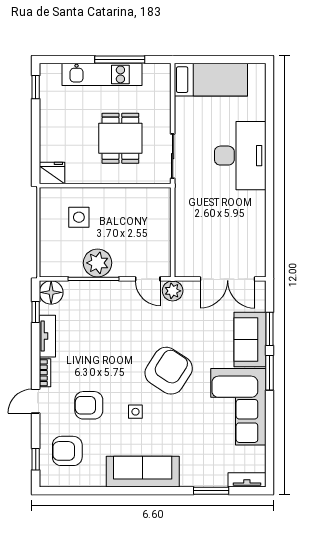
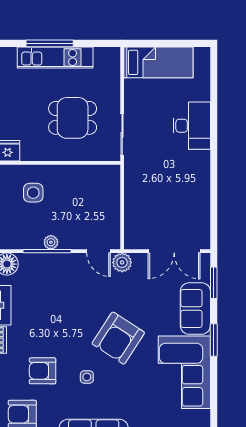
window: (120, 60) -> (50, 43), moved
dining table: (120, 138) -> (73, 118), turned 90
desk: (240, 156) -> (192, 126), width x0.73, depth x0.77
plant: (98, 263) -> (51, 242), width x0.53, depth x0.53
window: (269, 329) -> (214, 283), moved
armchair: (169, 371) -> (118, 338), turned 180

